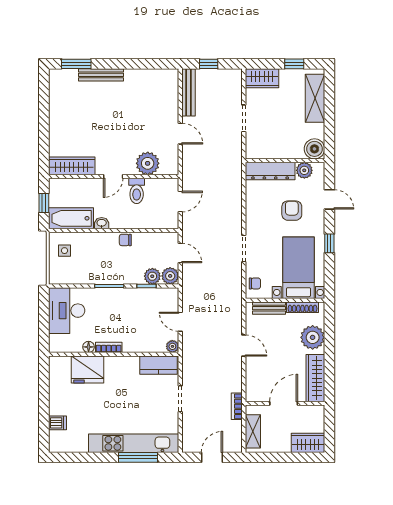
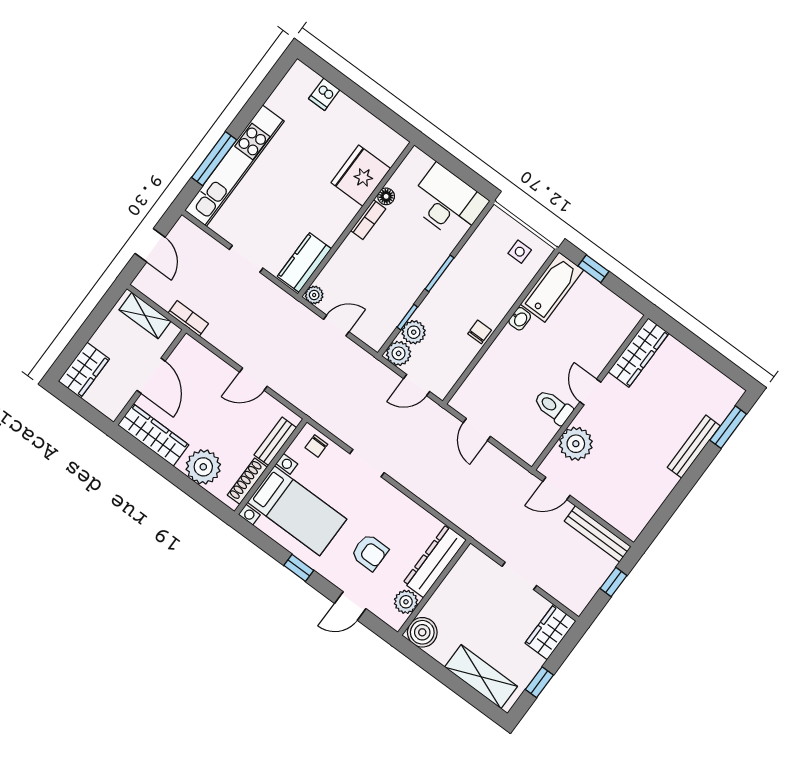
plant: (148, 163) -> (576, 444), moved
wardrobe: (72, 166) -> (639, 353), moved
door: (113, 176) -> (590, 392), moved
wall: (114, 176) -> (590, 393), moved
toilet: (137, 191) -> (553, 407), moved

